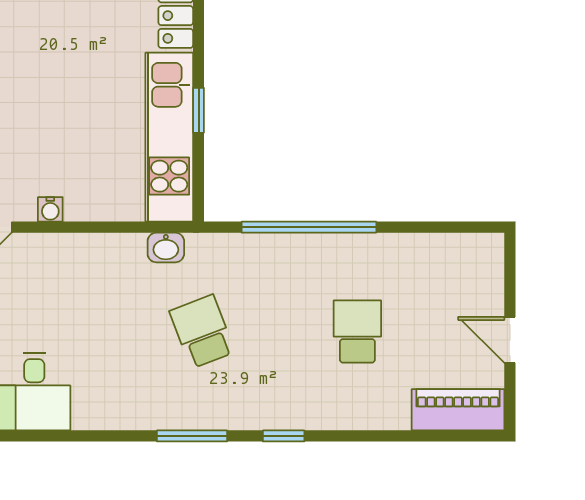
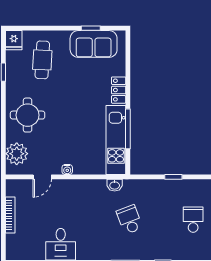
window: (199, 110) -> (128, 129), width x2.17
window: (309, 227) -> (173, 177), width x0.32

